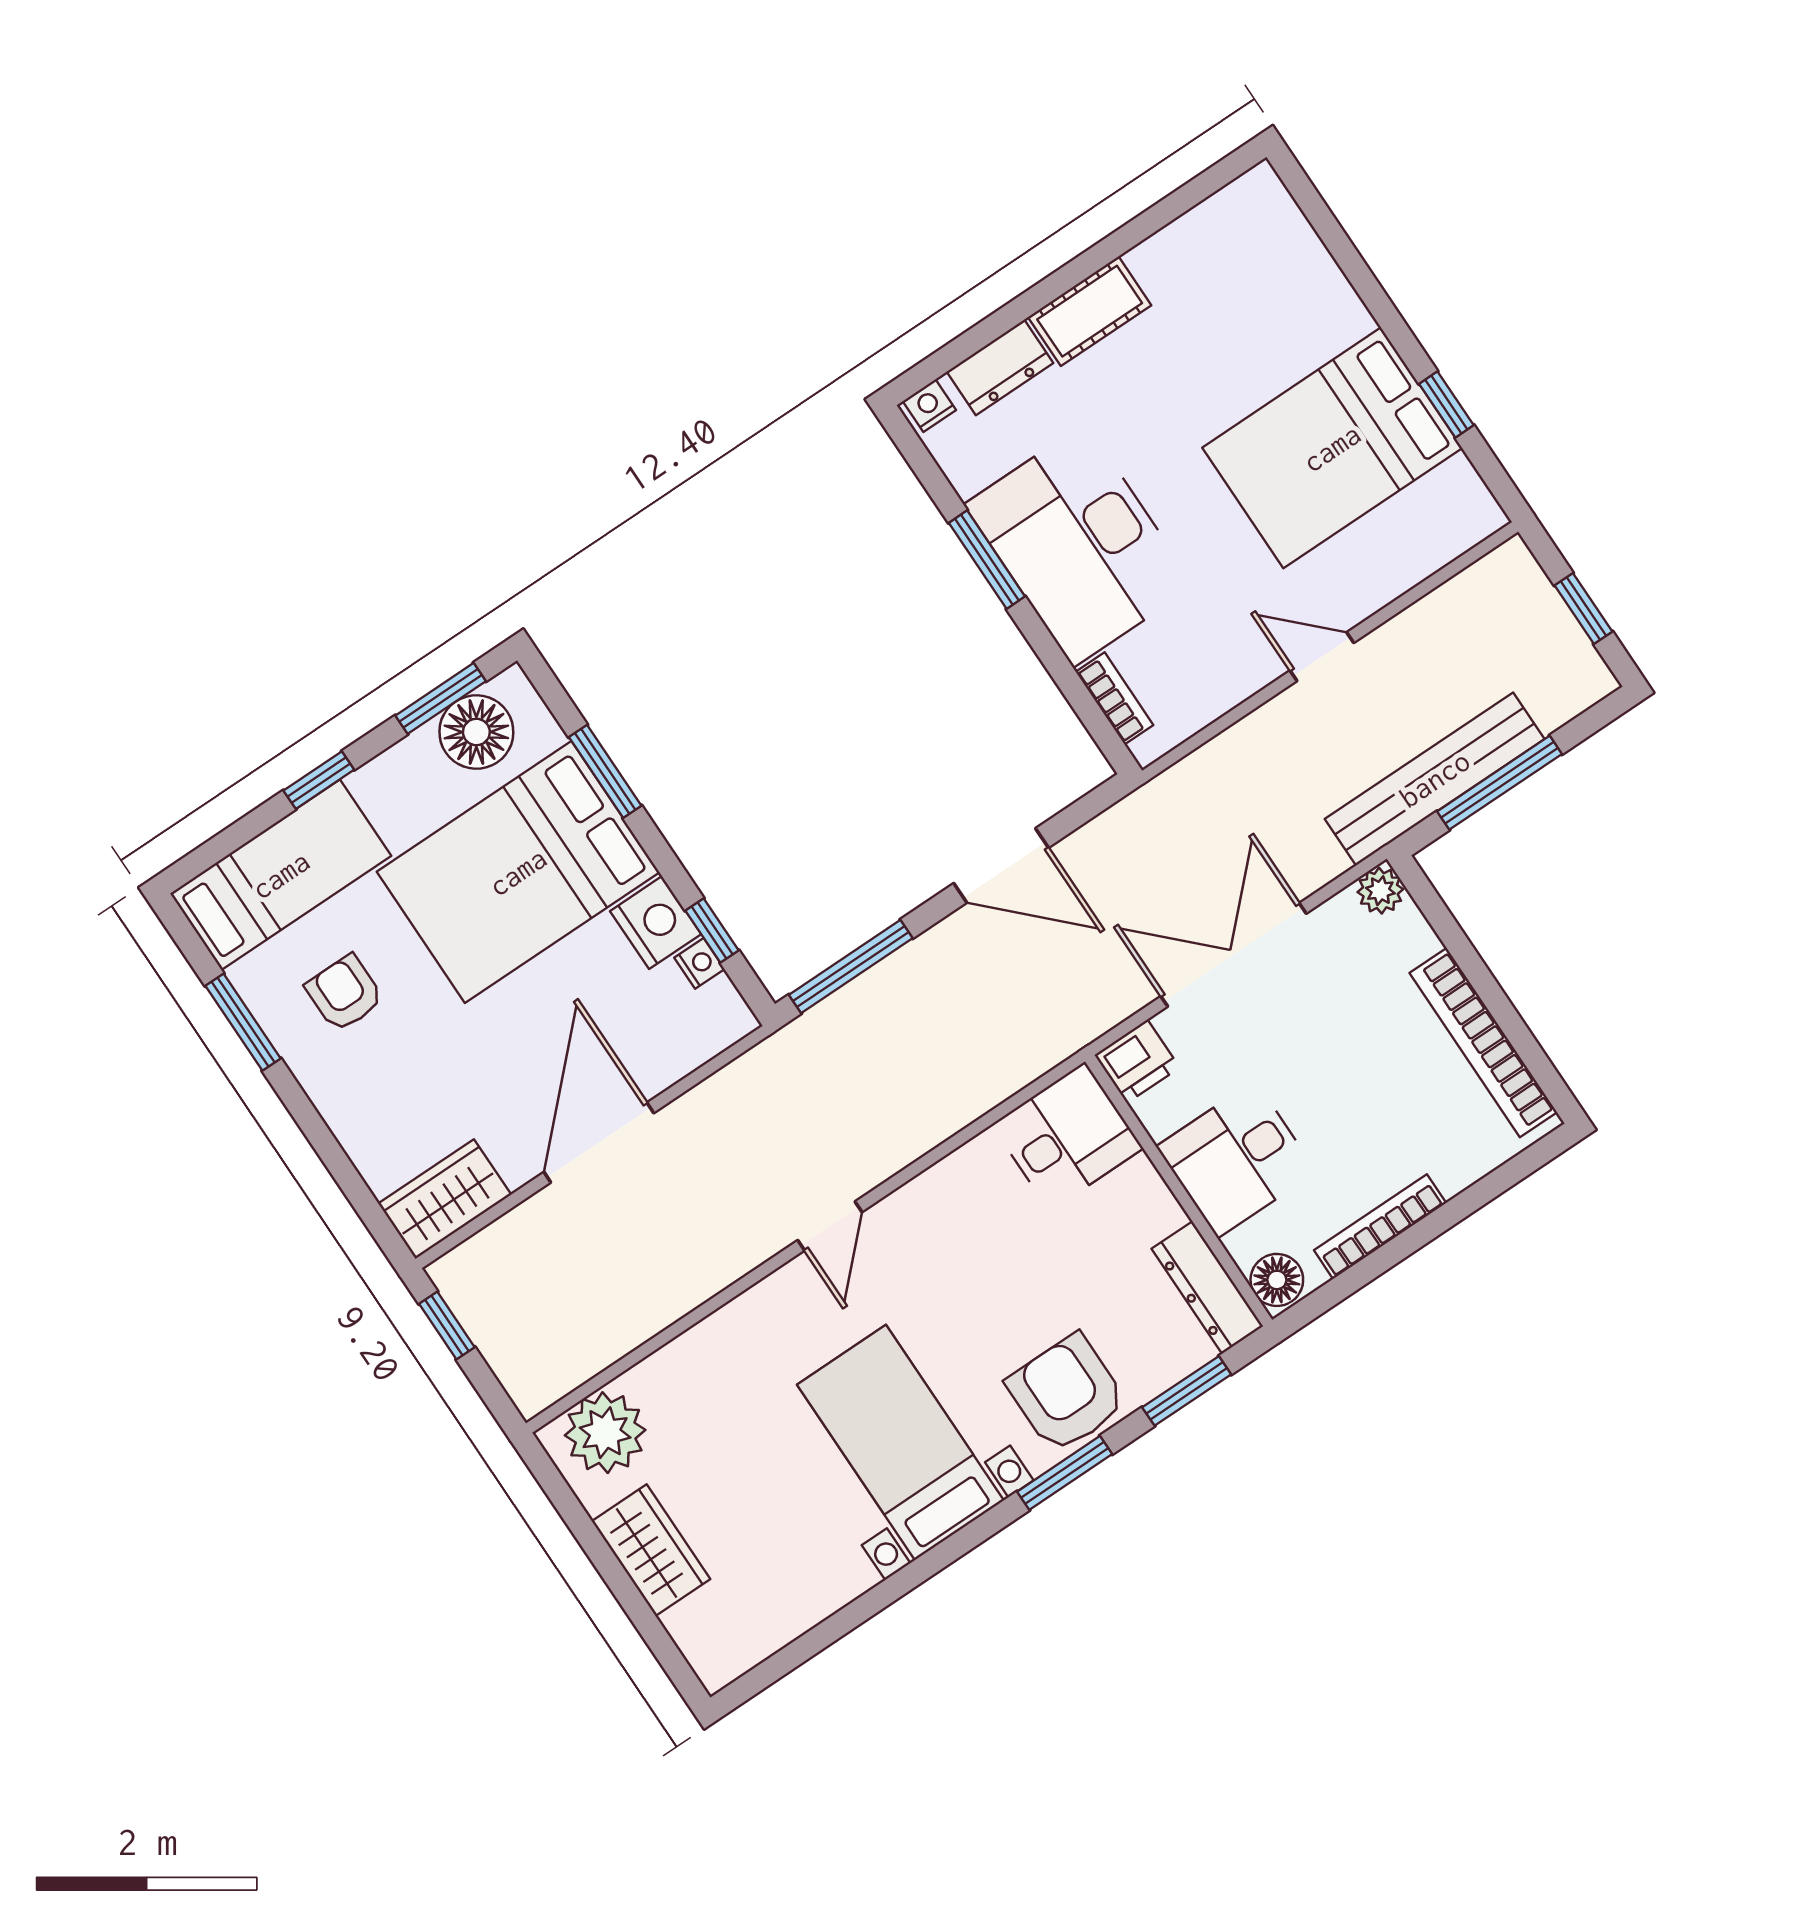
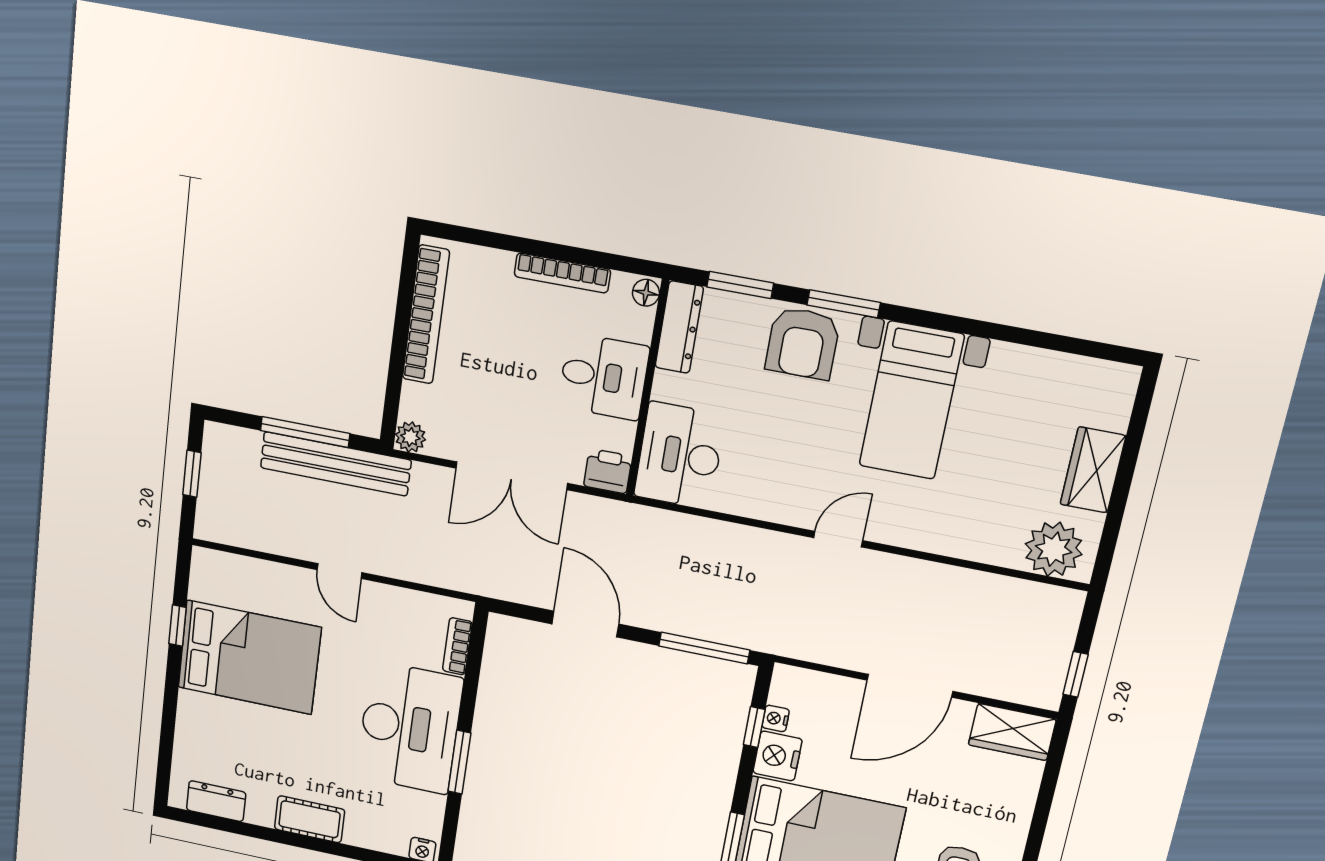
dresser: (1000, 367) -> (216, 801), moved
desk: (1067, 1136) -> (680, 456), width x1.37
floor lamp: (1277, 1280) -> (646, 293), width x0.73, depth x0.73

